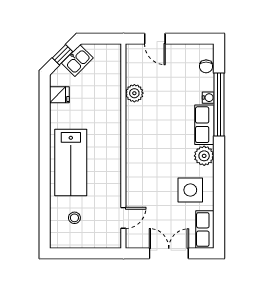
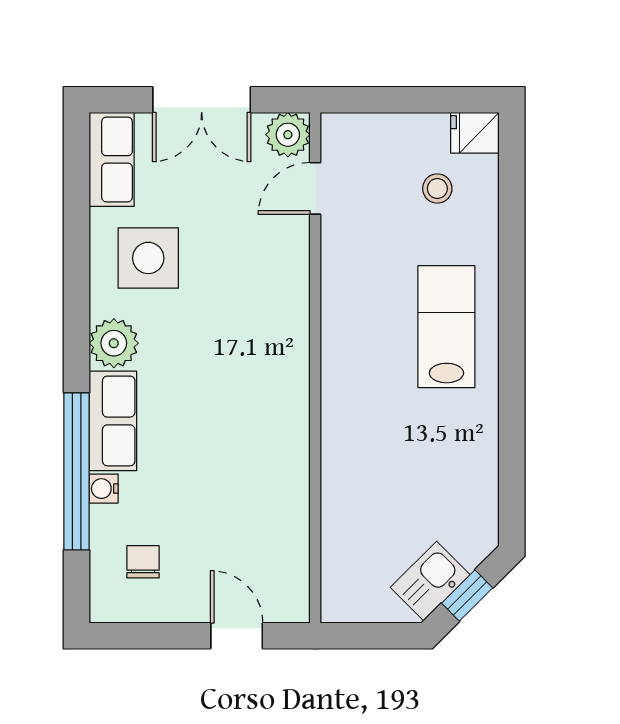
chair: (206, 66) -> (143, 562), moved
plant: (134, 93) -> (288, 135), moved
fridge: (59, 95) -> (475, 133), moved
lab bench: (71, 162) -> (446, 327), width x0.73, depth x0.72

